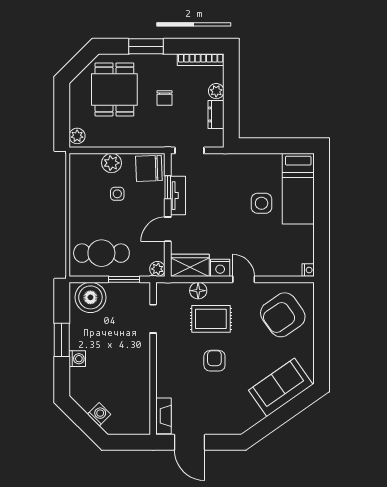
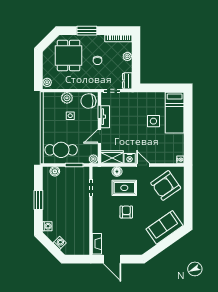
dresser: (216, 114) -> (127, 81), moved
boiler: (90, 297) -> (55, 171), width x0.54, depth x0.54
washing machine: (77, 359) -> (47, 226), moved

